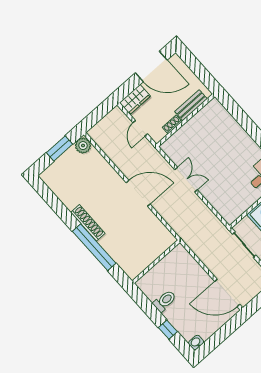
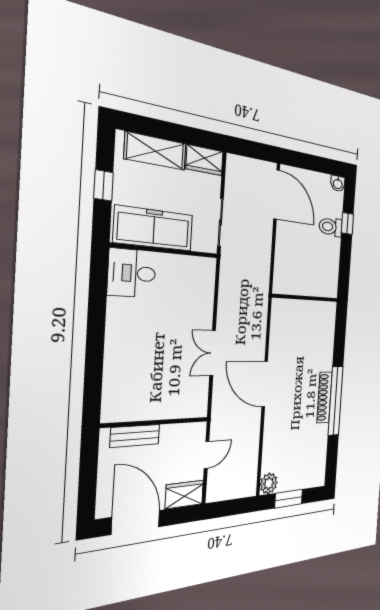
shoe rack: (172, 124) -> (173, 430), removed
window: (94, 247) -> (336, 401), moved
toilet: (165, 301) -> (331, 227), moved

